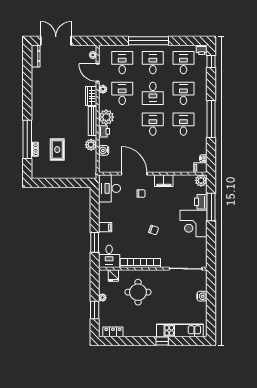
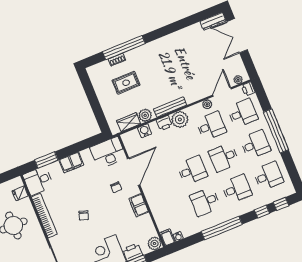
double door: (56, 41) -> (237, 36), swing flipped
printer: (202, 50) -> (248, 89), moved
window: (211, 80) -> (262, 212), added
wardrobe: (91, 96) -> (129, 122), moved
desk: (183, 124) -> (205, 202), turned 180
filing cabinet: (105, 227) -> (71, 162), width x2.00

